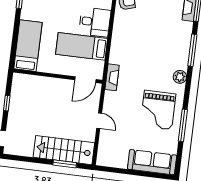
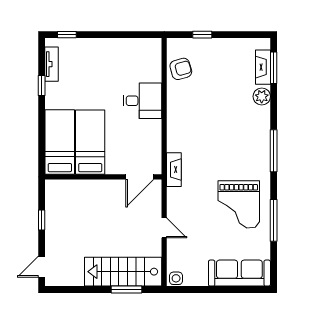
bed: (82, 46) -> (90, 142), moved, turned 90
window: (192, 50) -> (274, 151), moved
plant: (180, 77) -> (262, 96), moved
side table: (103, 160) -> (176, 278), added

